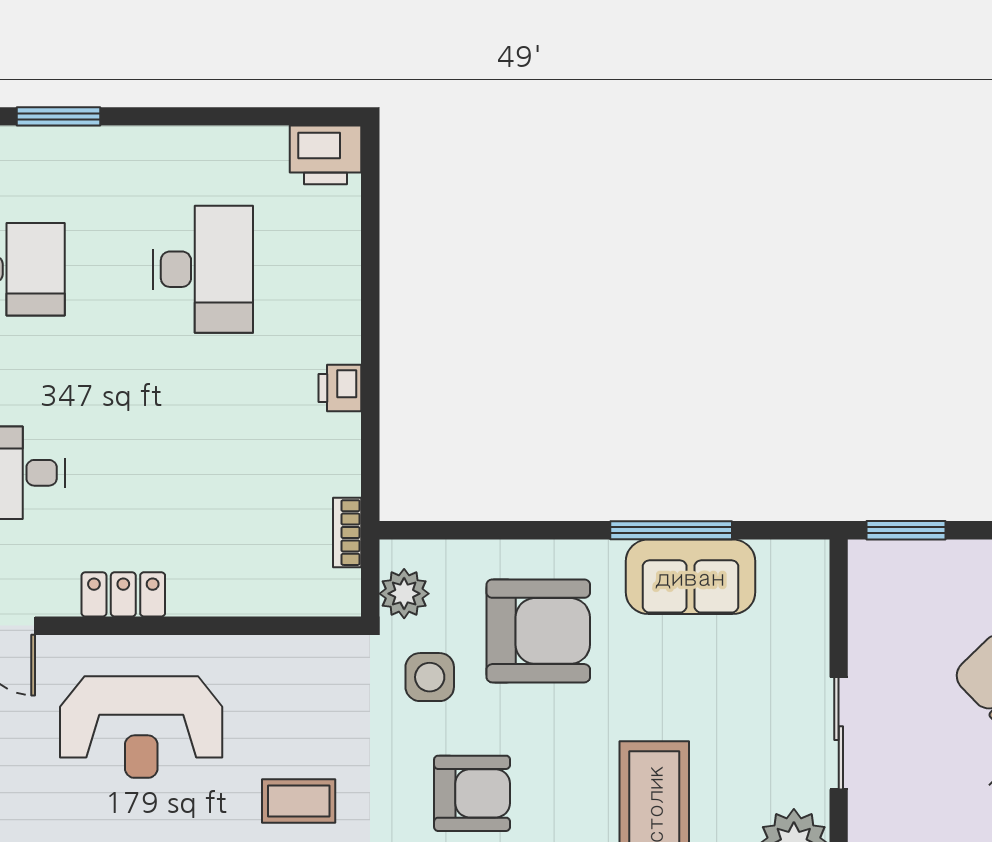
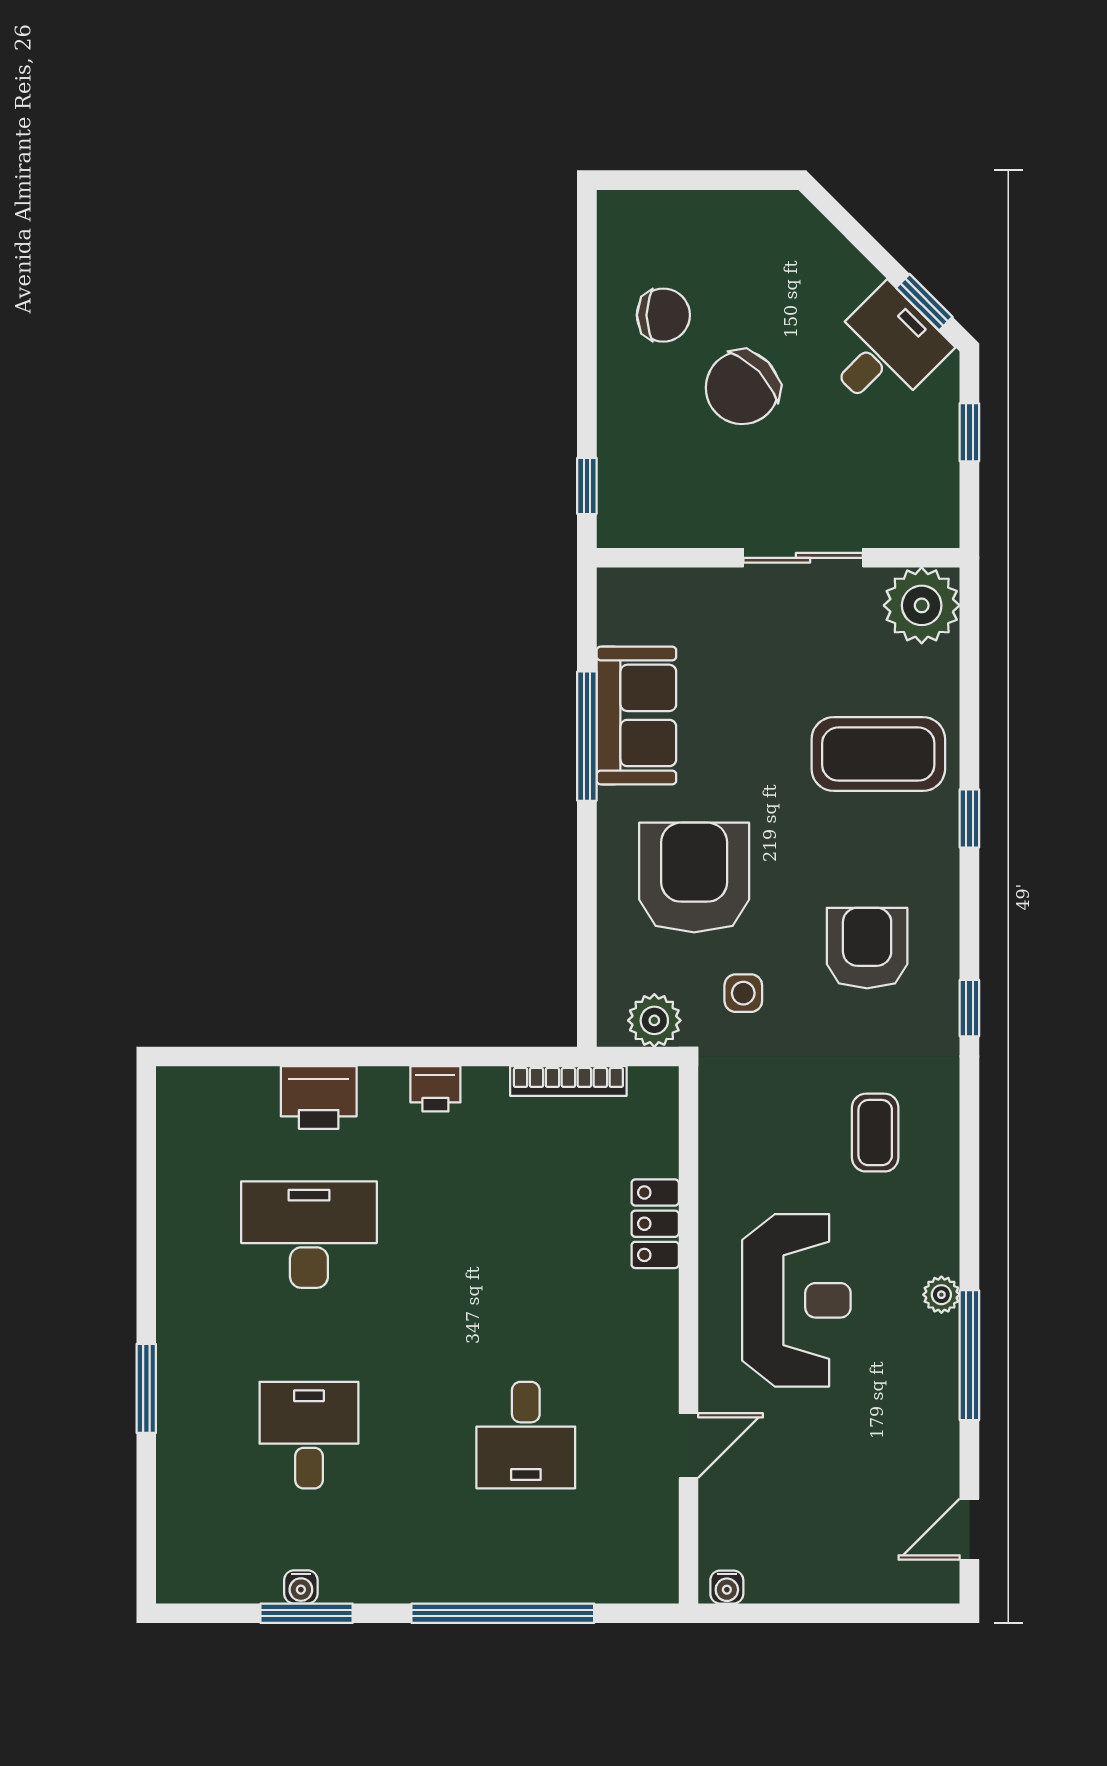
printer: (326, 155) -> (319, 1097), moved, turned 90
window: (906, 530) -> (587, 486), width x0.67
bookcase: (347, 533) -> (568, 1081), width x1.56
locker: (123, 594) -> (655, 1224), moved
side table: (430, 677) -> (743, 993), width x0.73, depth x0.73

